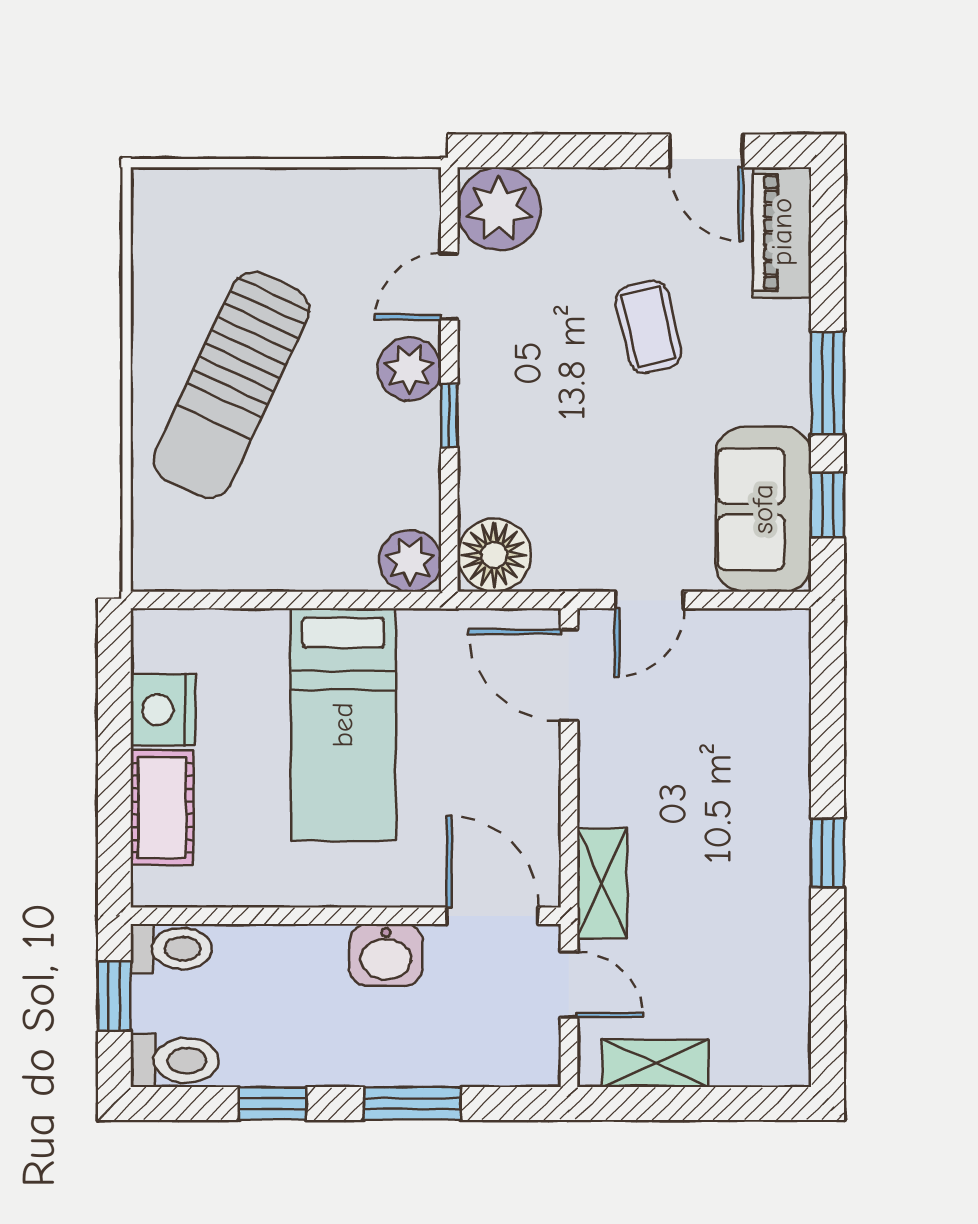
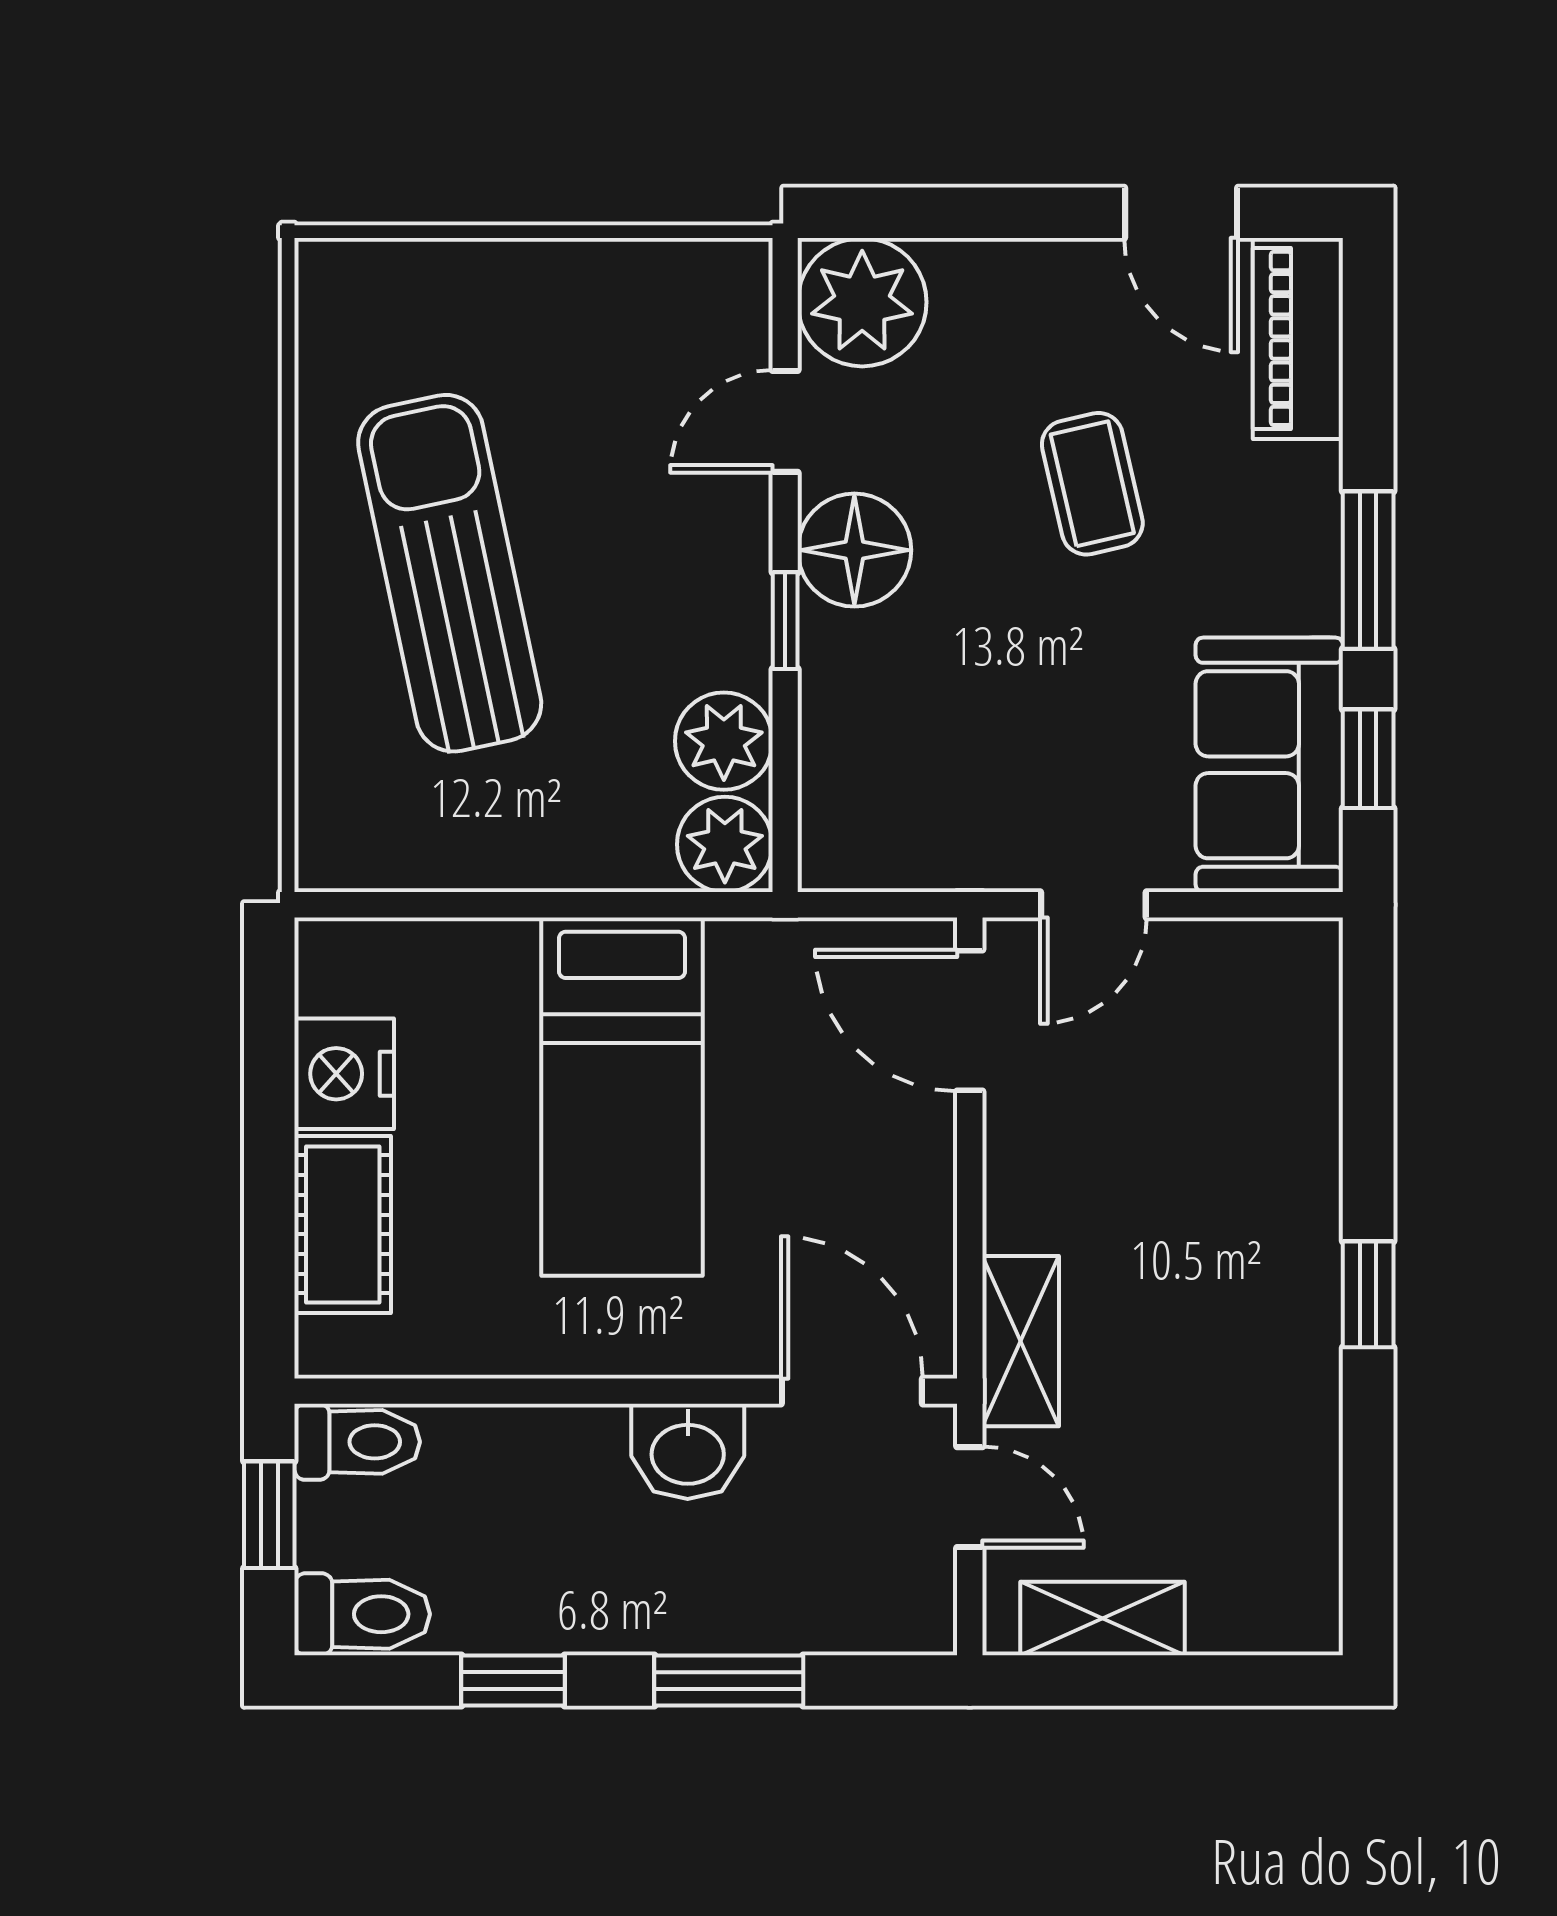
plant: (409, 369) -> (724, 741), moved
sun lounger: (231, 385) -> (450, 573), turned 143
floor lamp: (494, 555) -> (854, 550), moved

